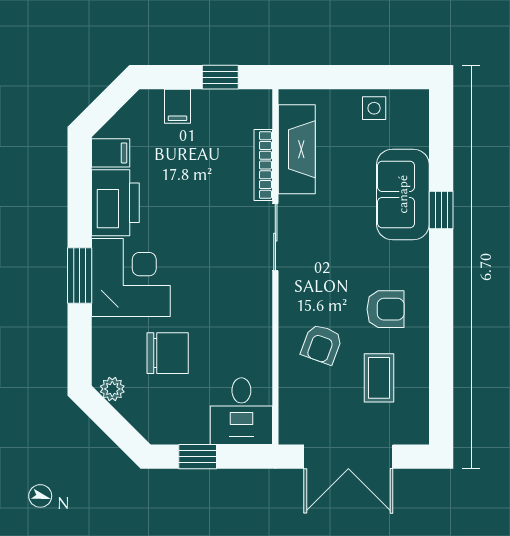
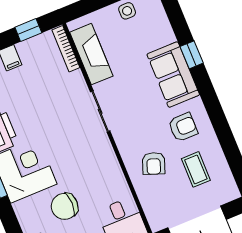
bookcase: (263, 165) -> (66, 49), moved
sofa: (403, 194) -> (173, 75), moved
chair: (168, 353) -> (65, 206), turned 180

